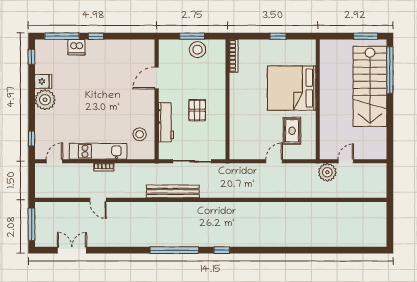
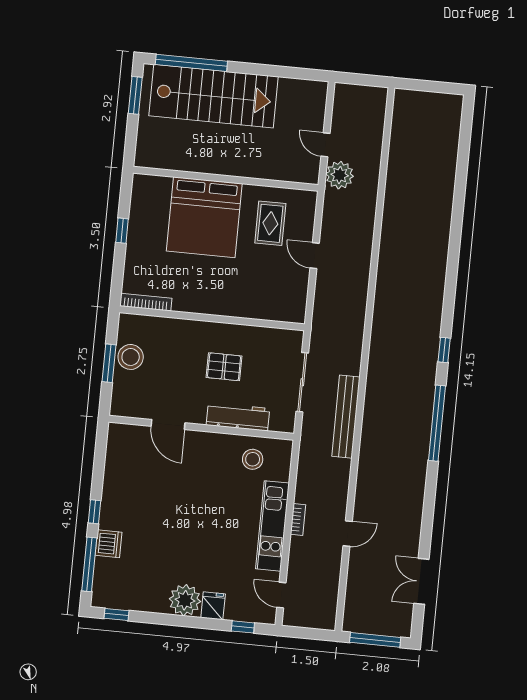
fridge: (43, 81) -> (213, 606), moved
rug: (292, 131) -> (270, 223), turned 90

